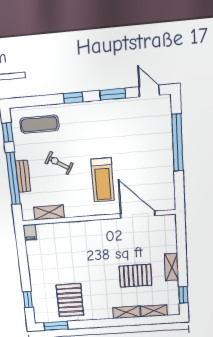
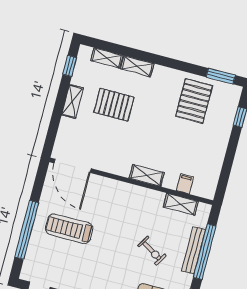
bench: (23, 176) -> (193, 250), width x1.36
treadmill: (103, 180) -> (69, 229), moved, turned -90
door: (138, 215) -> (73, 166), moved
shelving: (87, 227) -> (147, 175), added
filing cabinet: (30, 232) -> (185, 184), moved

